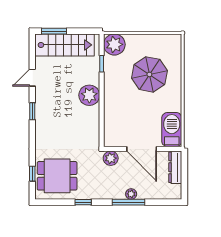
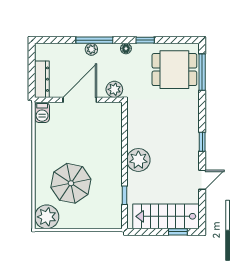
window: (54, 31) -> (178, 232), width x0.67
plant: (114, 44) -> (47, 217), moved
barbecue: (172, 130) -> (42, 112), width x0.53, depth x0.65
door: (142, 149) -> (80, 100), hinge flipped
window: (32, 174) -> (202, 72), width x2.17
floor lamp: (100, 195) -> (126, 49), added

